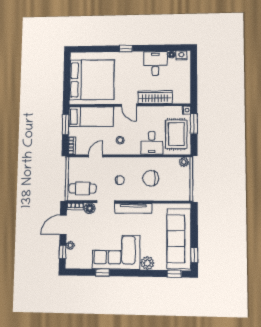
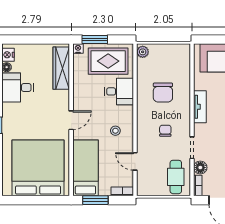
wardrobe: (155, 97) -> (61, 68), moved
tv unit: (133, 208) -> (200, 107), width x0.71

